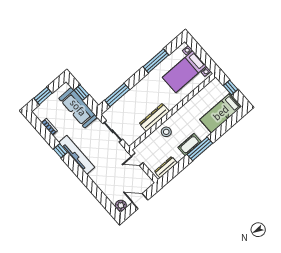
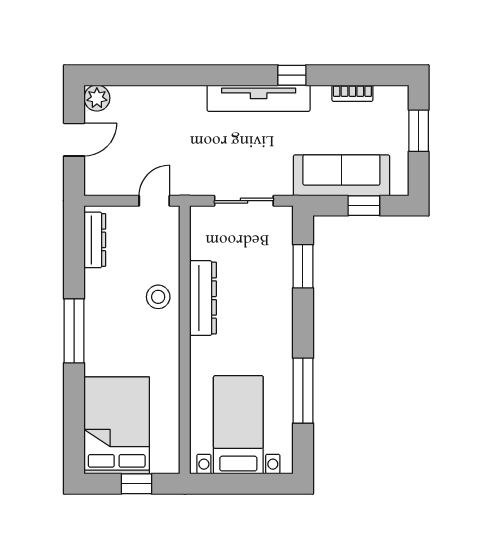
window: (117, 95) -> (303, 266), width x0.69
bed: (221, 113) -> (117, 425), width x1.50
cot: (190, 145) -> (98, 319), removed

